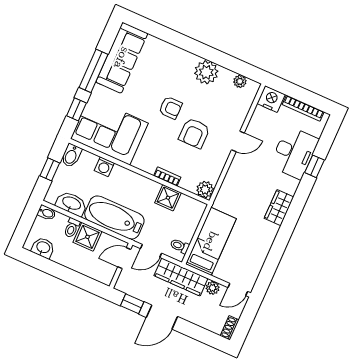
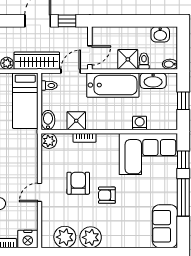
sofa: (122, 58) -> (165, 226), width x0.73
plant: (240, 81) -> (65, 237), width x1.88, depth x1.88
bidet: (71, 155) -> (48, 120), moved

